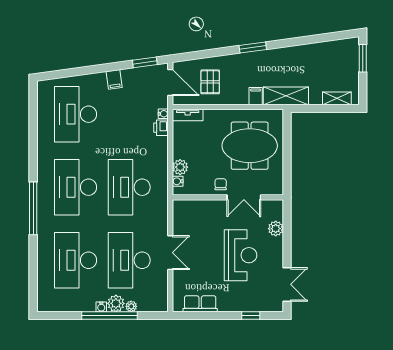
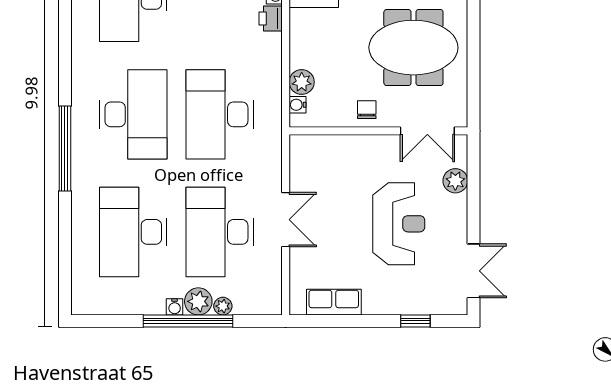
desk: (76, 187) -> (133, 114), turned 180
double door: (244, 197) -> (427, 131), moved

